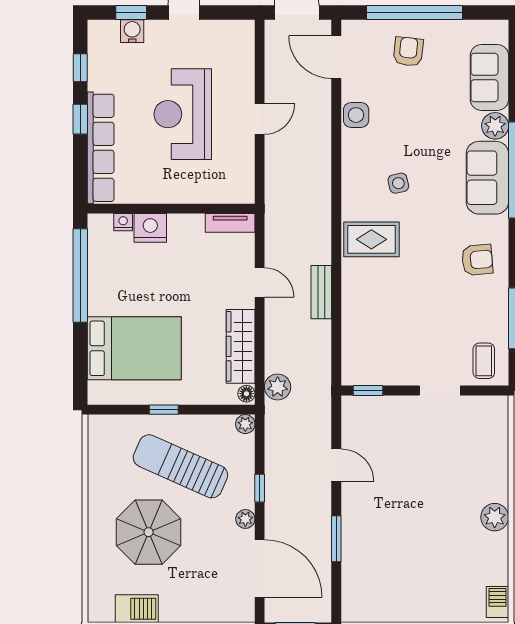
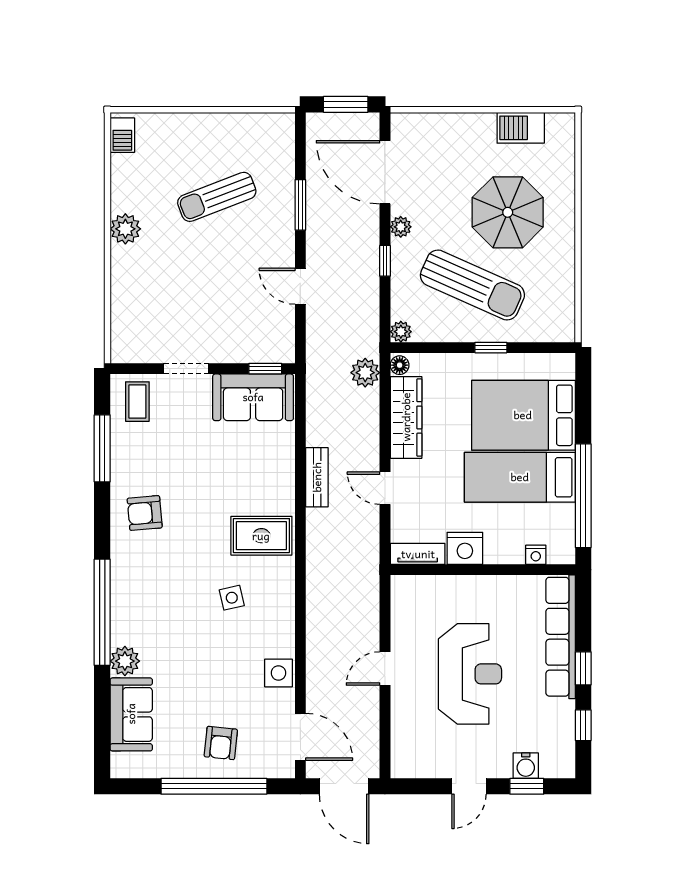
sofa: (487, 178) -> (253, 397), moved, turned 90
nightstand: (150, 228) -> (465, 548), moved
bed: (138, 292) -> (520, 477), added
sun lounger: (412, 546) -> (217, 197), added

